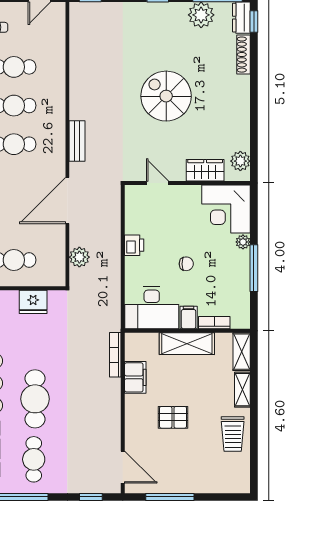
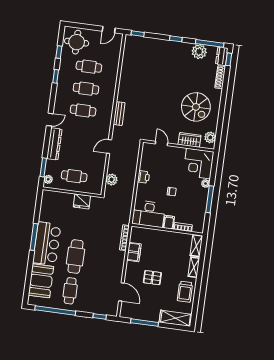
spiral stairs: (166, 96) -> (196, 107), moved, turned 180
door: (67, 200) -> (109, 147), width x0.53
shelving: (187, 344) -> (176, 318), moved
door: (123, 467) -> (121, 292), moved

